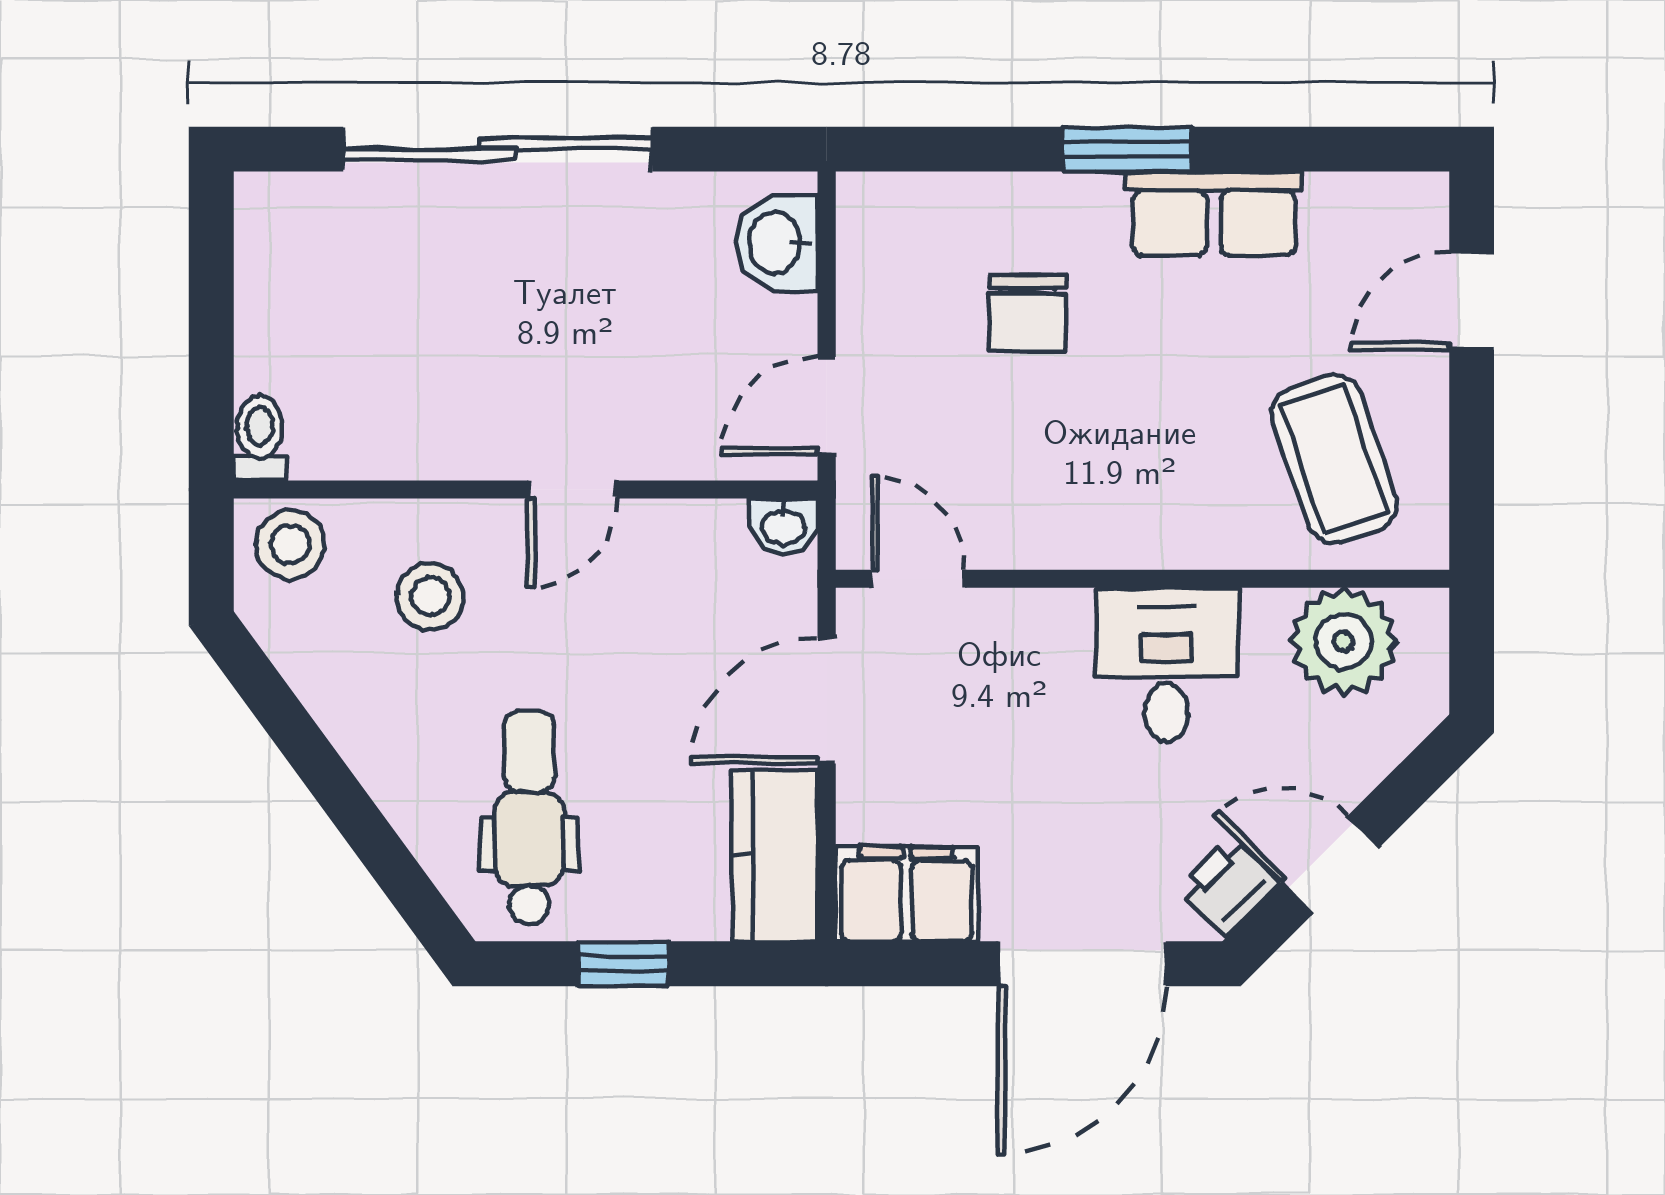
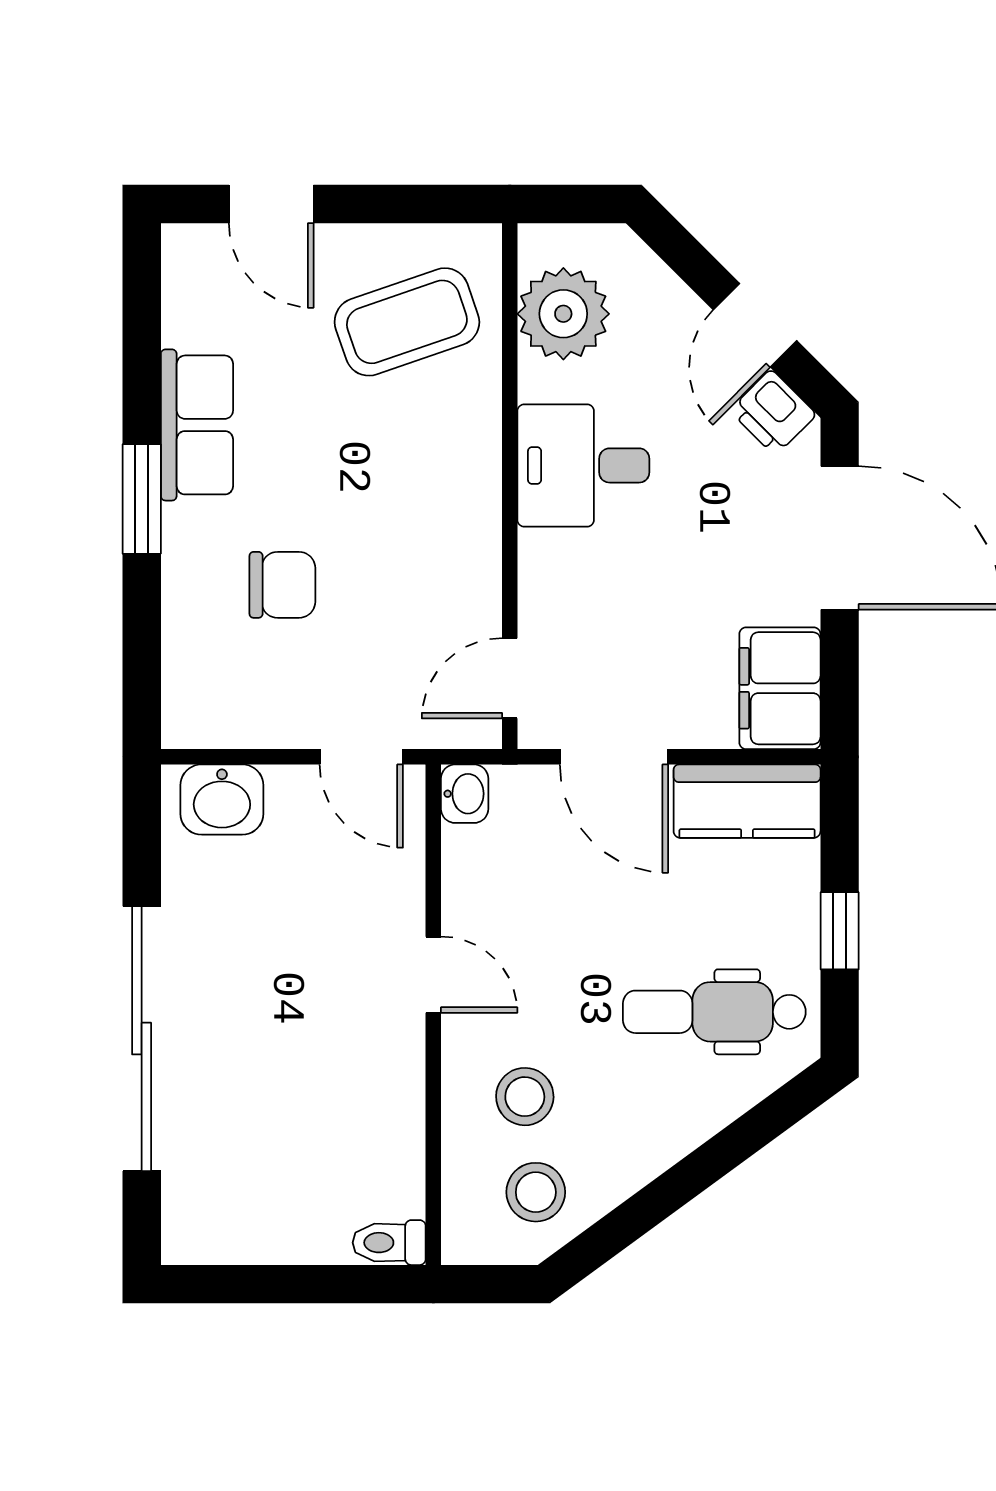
stool: (290, 544) -> (536, 1192), moved

